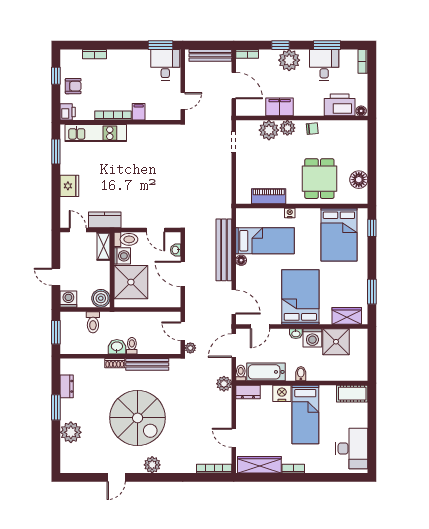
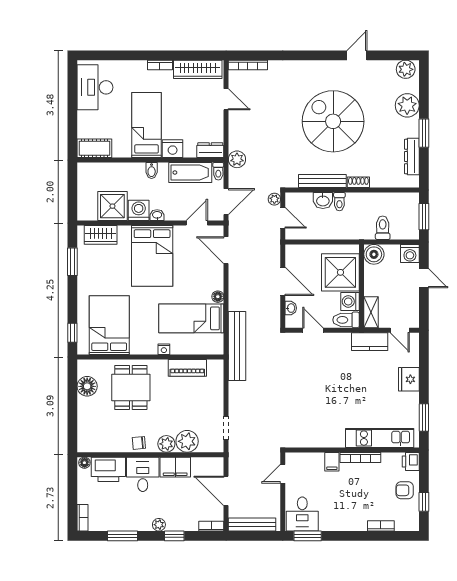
plant: (289, 60) -> (159, 525), width x0.53, depth x0.53
desk: (324, 65) -> (143, 474), moved, turned 180
bench: (224, 250) -> (237, 346), moved
washbasin: (117, 347) -> (323, 200), moved
dresser: (67, 386) -> (412, 157), width x1.44
plant: (152, 465) -> (406, 69), moved

